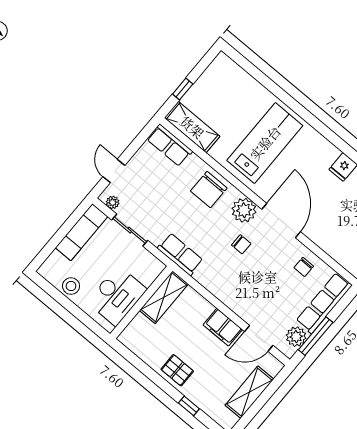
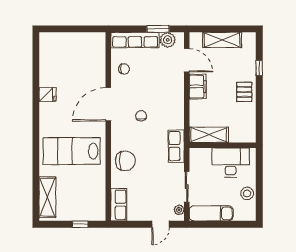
shelving: (192, 127) -> (47, 197), moved
plant: (244, 210) -> (120, 131), removed
window: (316, 336) -> (158, 29), width x0.69

